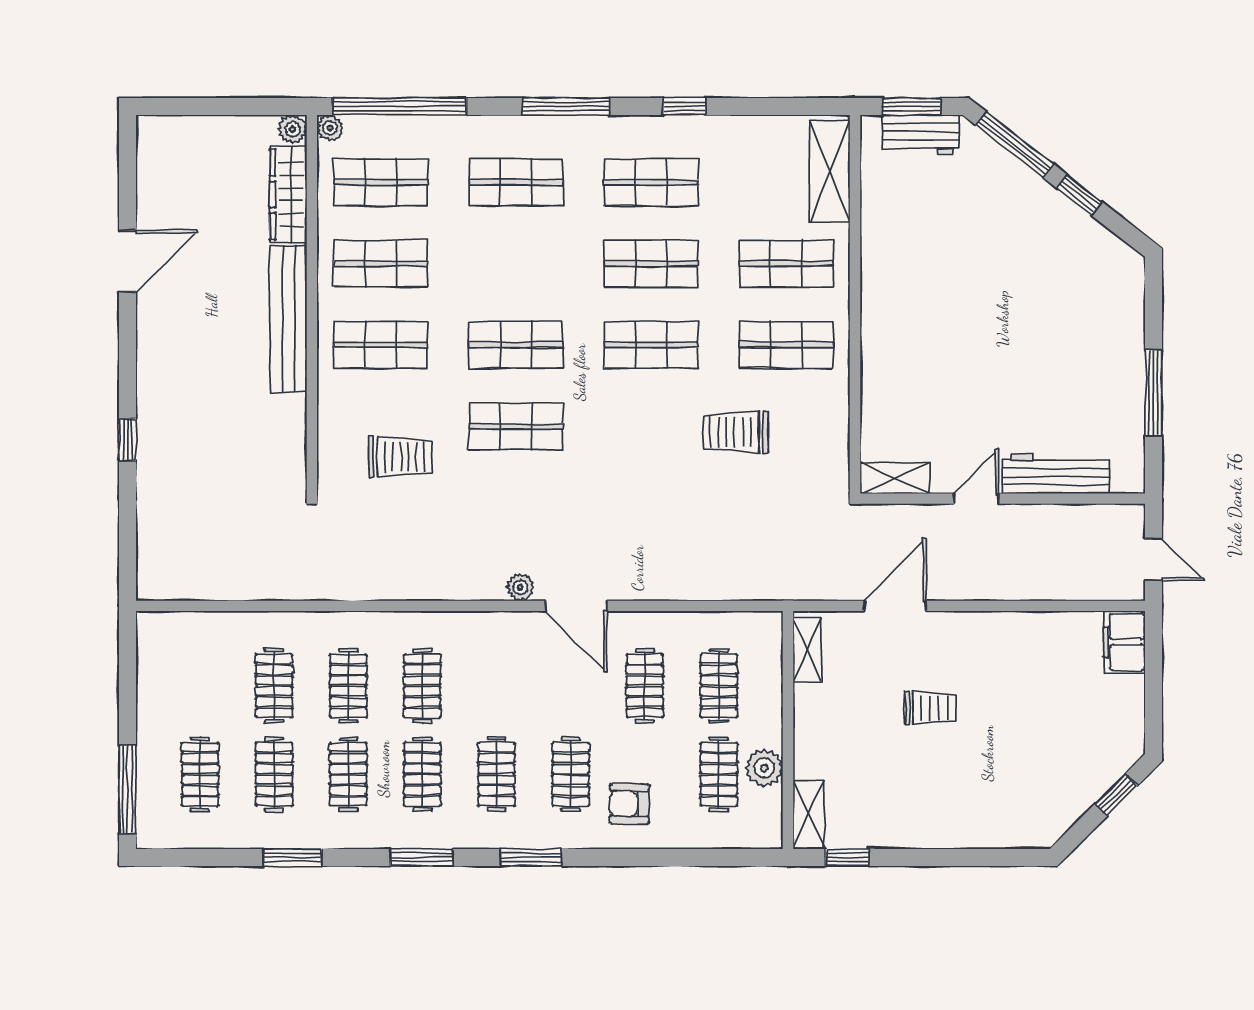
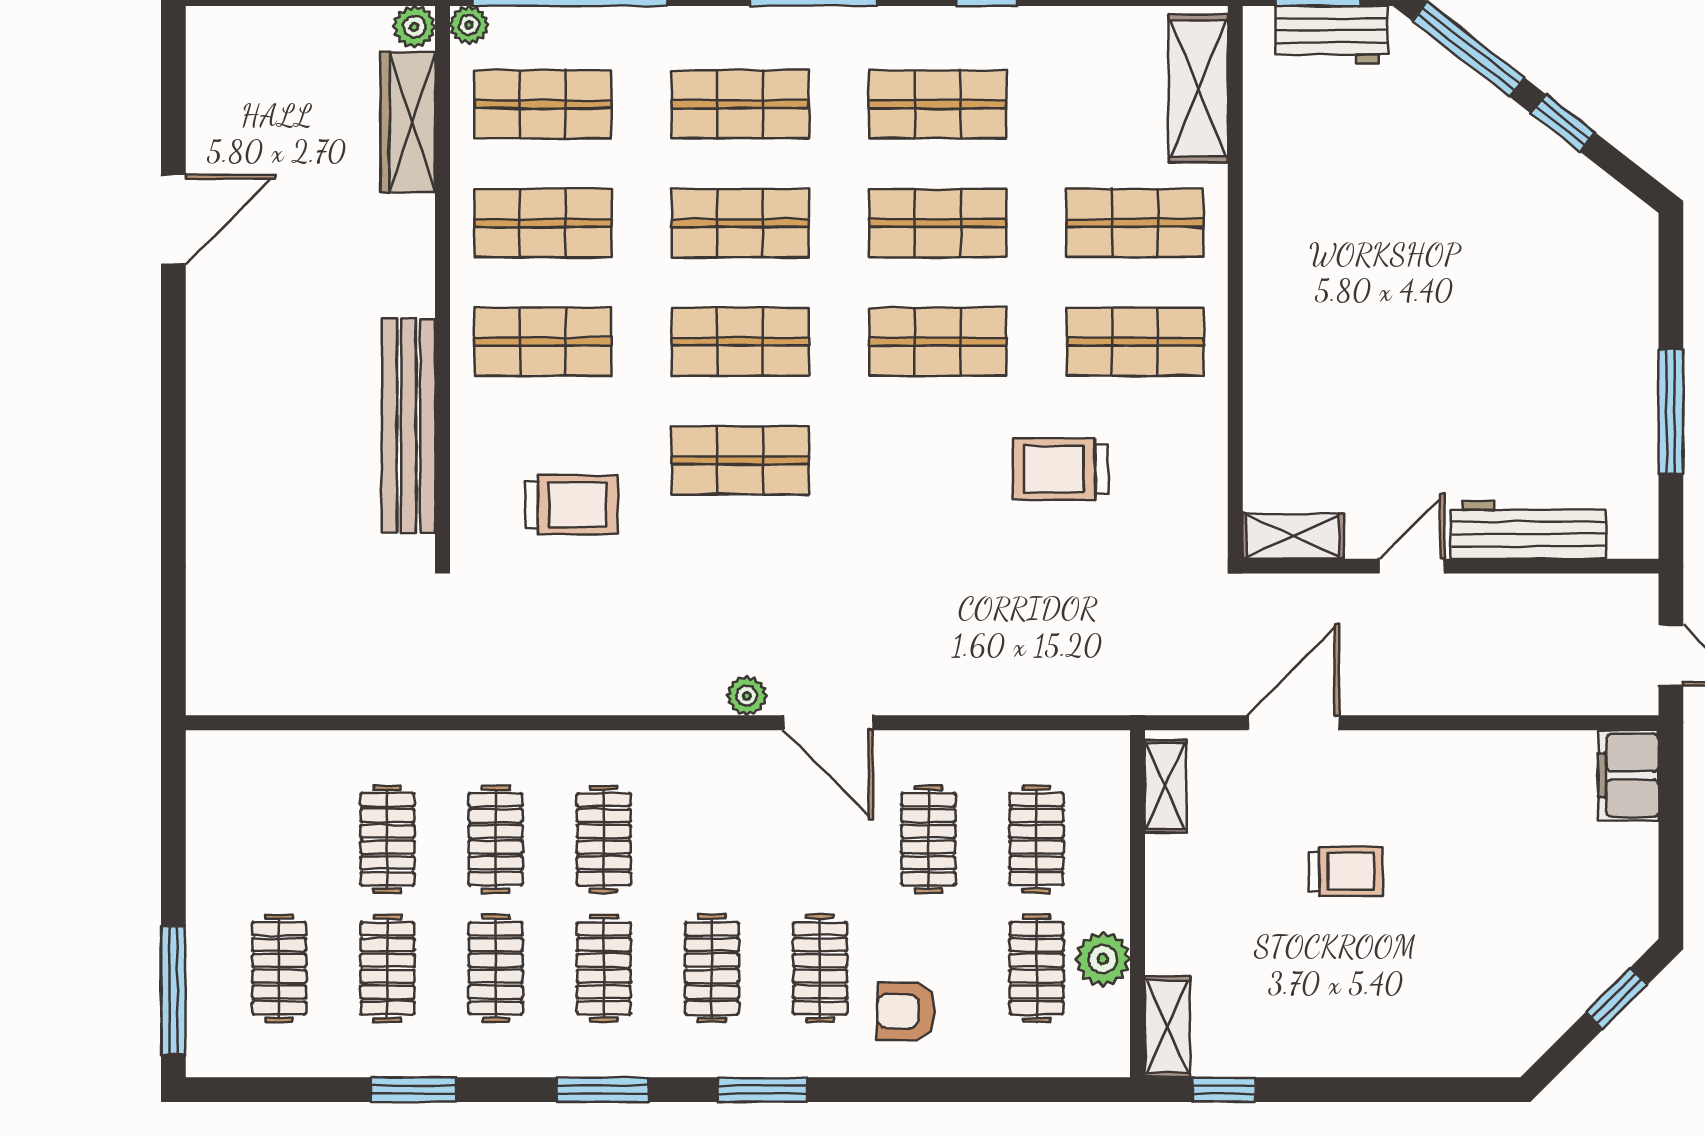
shop shelf: (516, 264) -> (740, 223), added
bench: (289, 319) -> (409, 426), moved
window: (128, 440) -> (173, 480), removed

